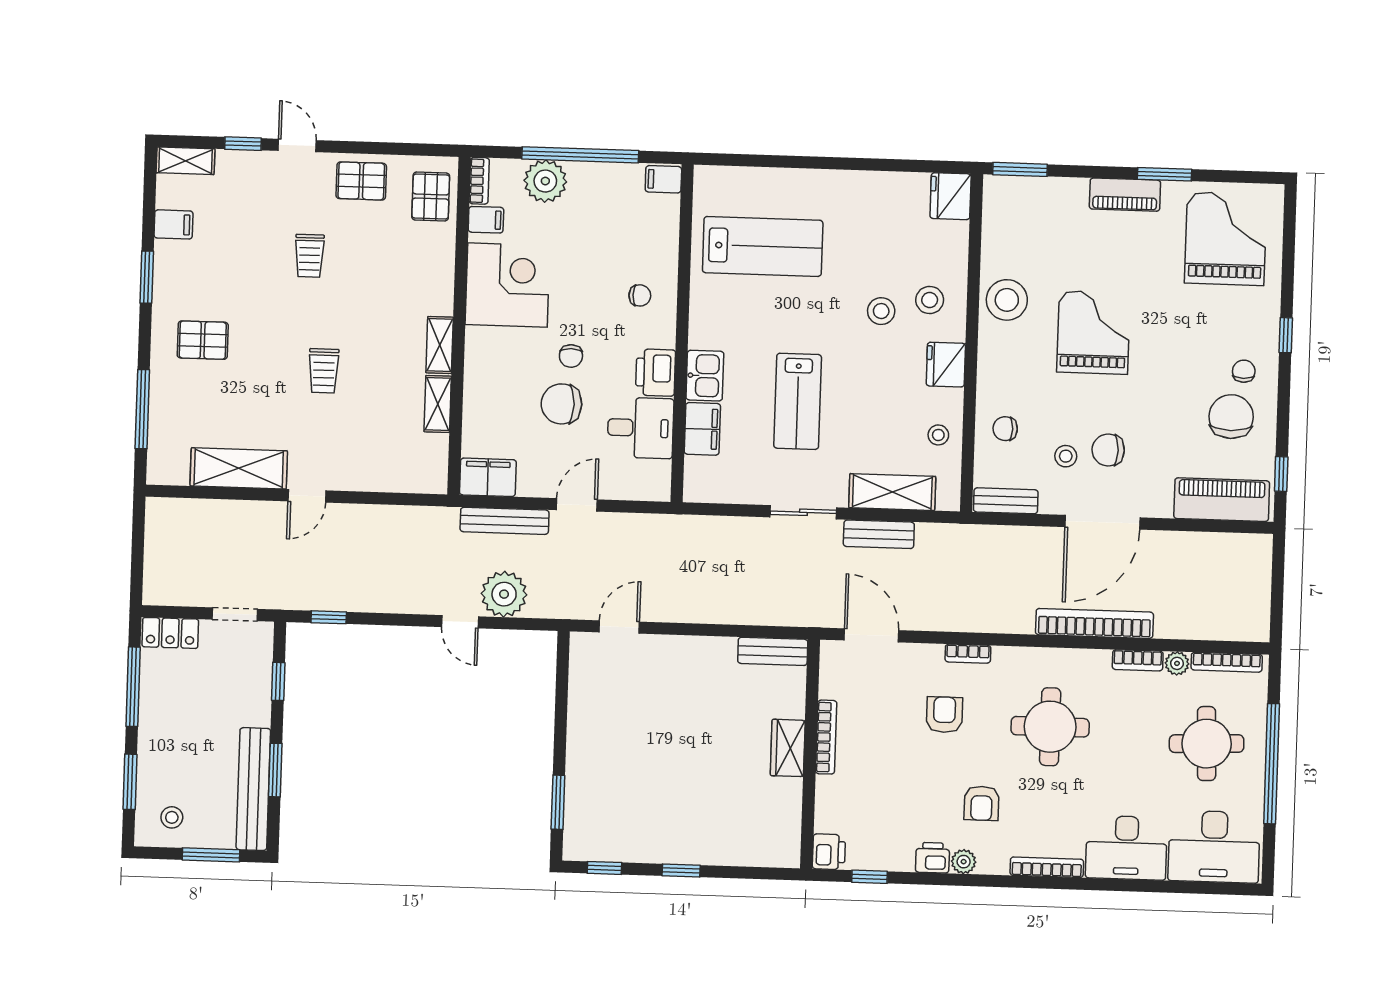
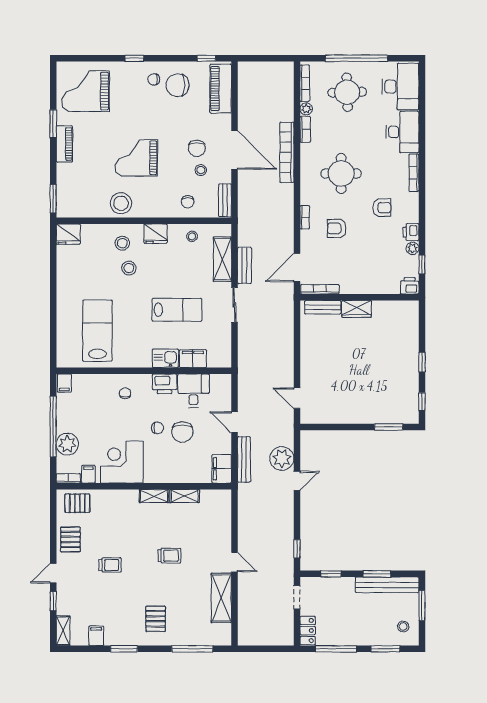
bench: (773, 651) -> (323, 307), moved, turned 90
bookcase: (826, 737) -> (320, 289), moved
plant: (964, 862) -> (412, 248), moved

